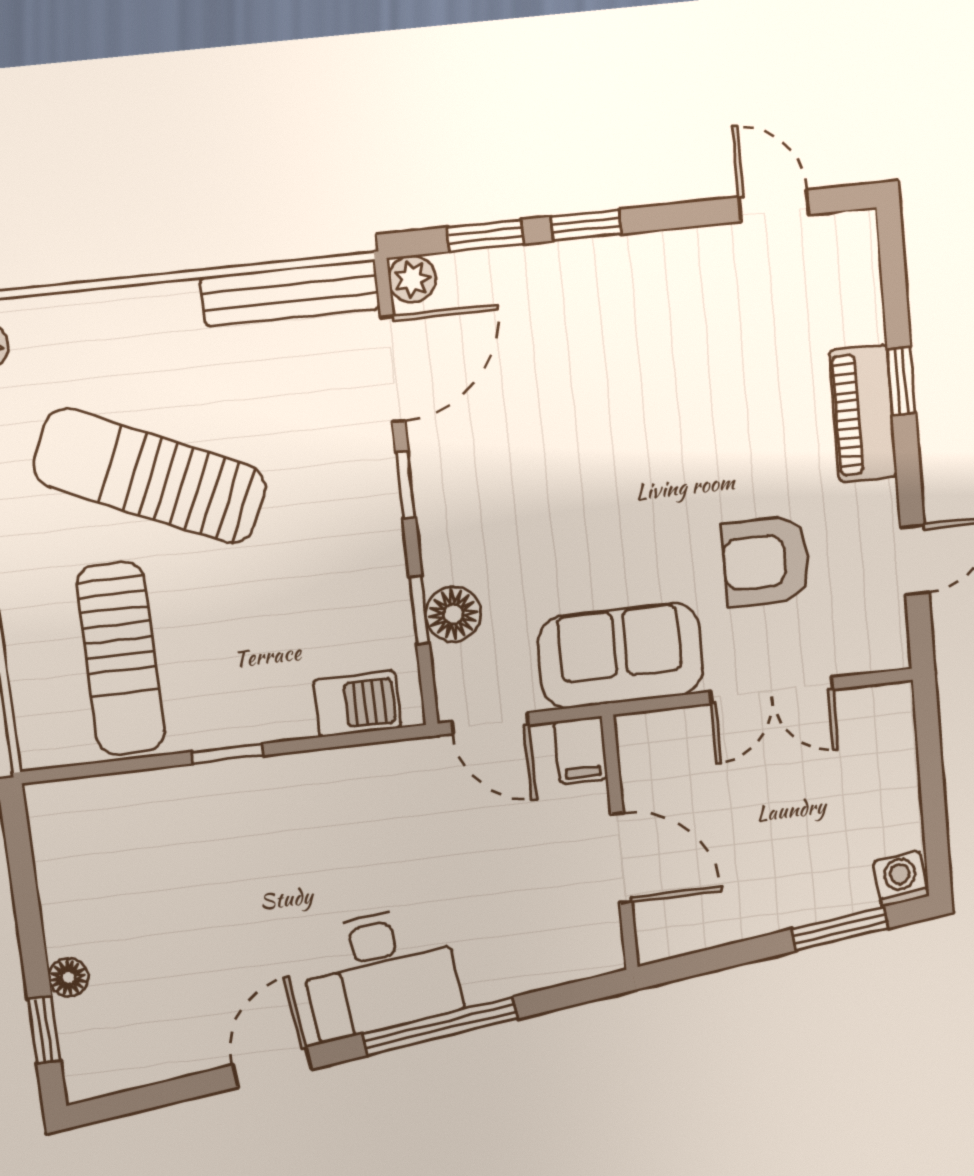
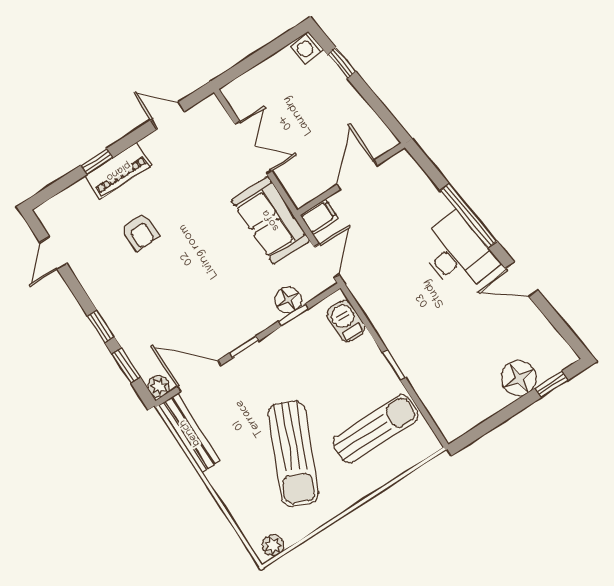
armchair: (766, 561) -> (140, 232), moved, width x0.72, depth x0.72
window: (840, 929) -> (342, 63), width x0.67
floor lamp: (68, 977) -> (519, 378), width x1.89, depth x1.89

